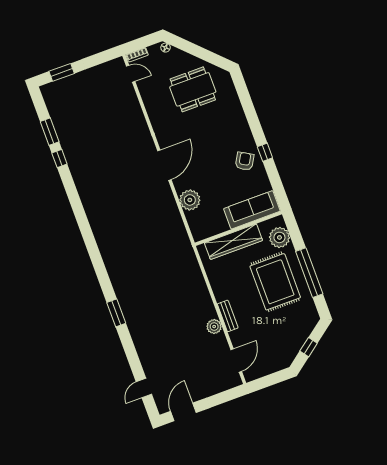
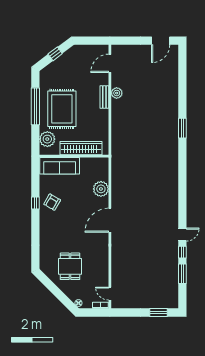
dining table: (193, 89) -> (70, 266), width x0.73
door: (144, 388) -> (182, 235), moved

